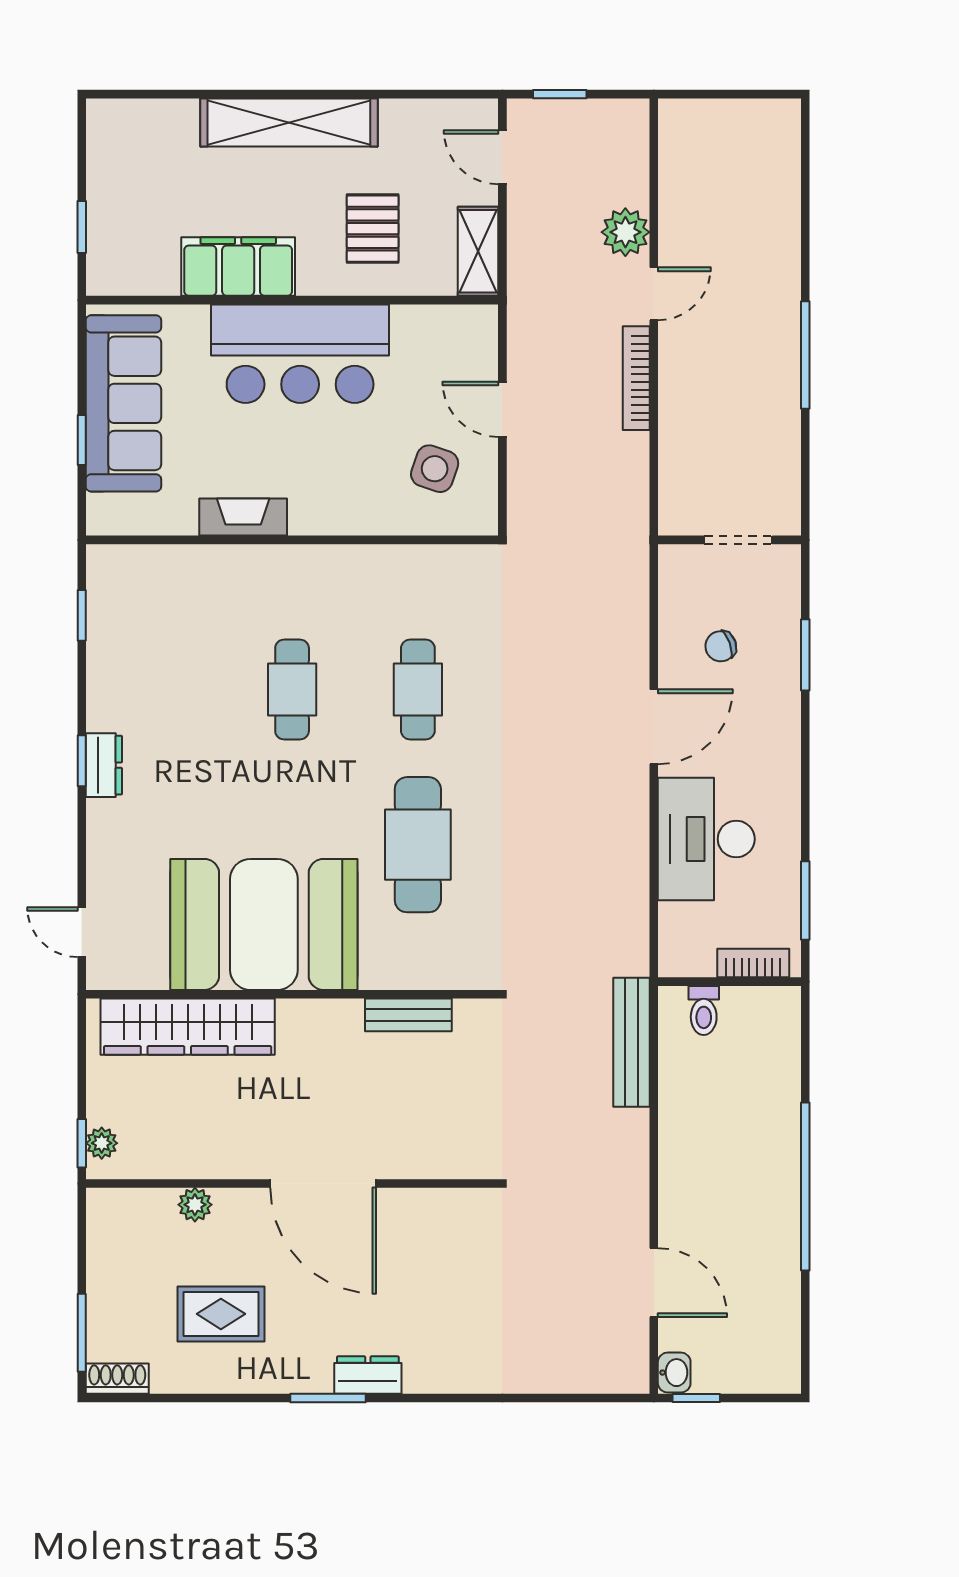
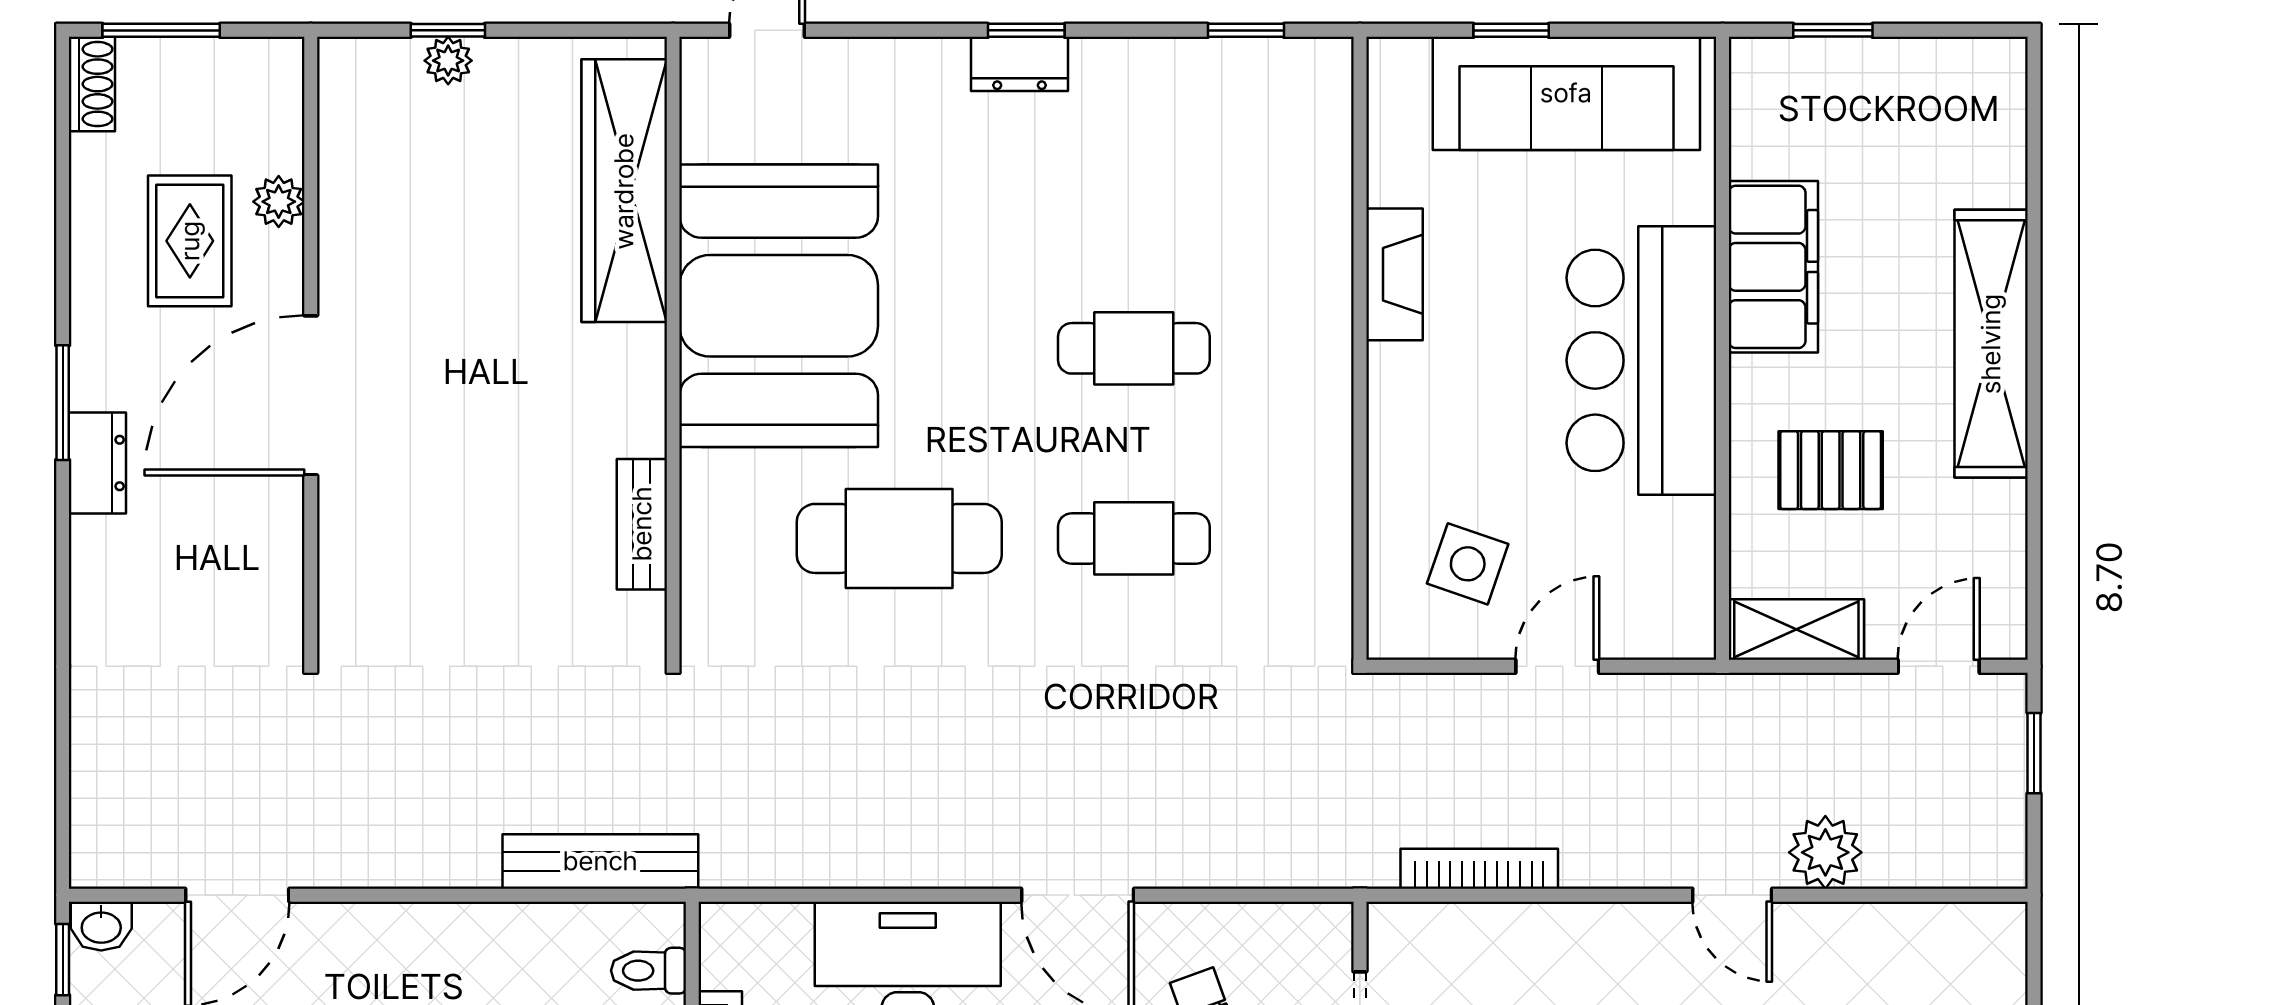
bookcase: (636, 378) -> (1479, 869), moved
wall: (292, 1184) -> (311, 348), moved
door: (323, 1184) -> (311, 395), moved
plant: (195, 1205) -> (279, 202), moved

